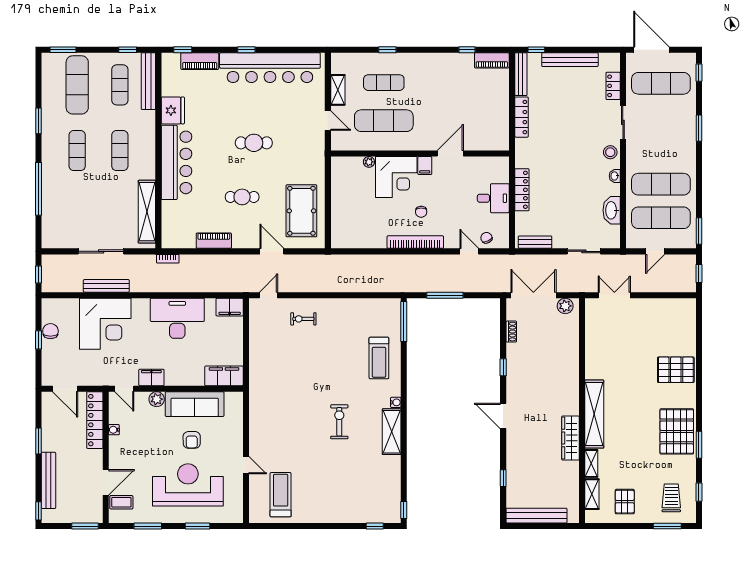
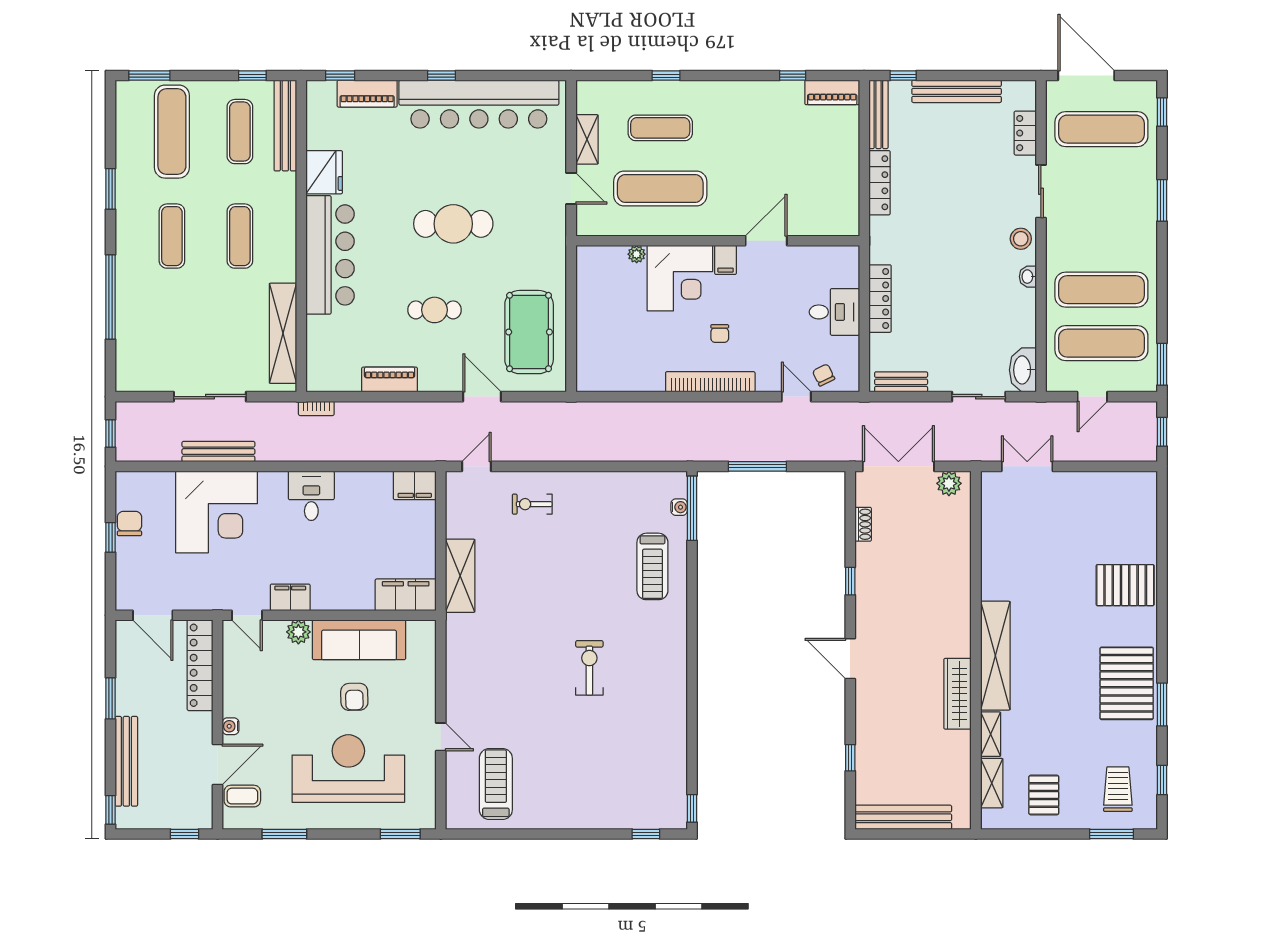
cafe table: (254, 143) -> (453, 224), width x1.37, depth x1.35
washbasin: (612, 210) -> (1023, 370), moved
desk: (177, 318) -> (311, 496), width x0.53, depth x0.77
water cooler: (396, 402) -> (679, 507), moved
water cooler: (114, 430) -> (231, 726), moved
shelving: (392, 432) -> (460, 576), moved
window: (85, 526) -> (185, 834), width x0.67
window: (197, 526) -> (400, 834), moved

